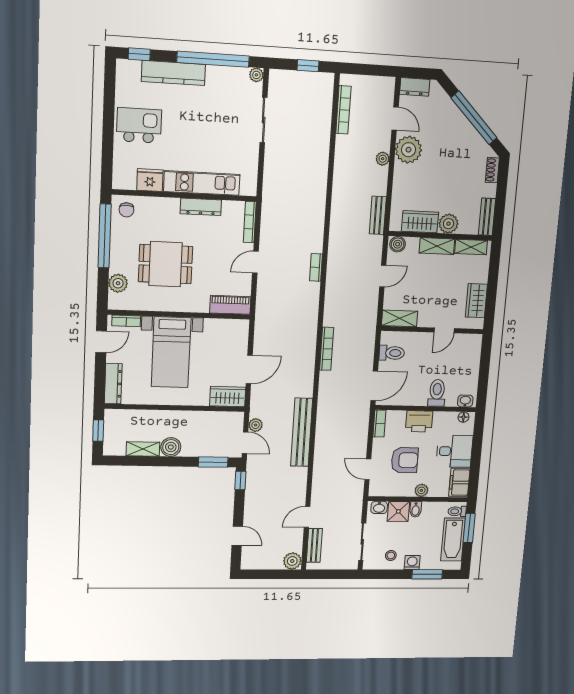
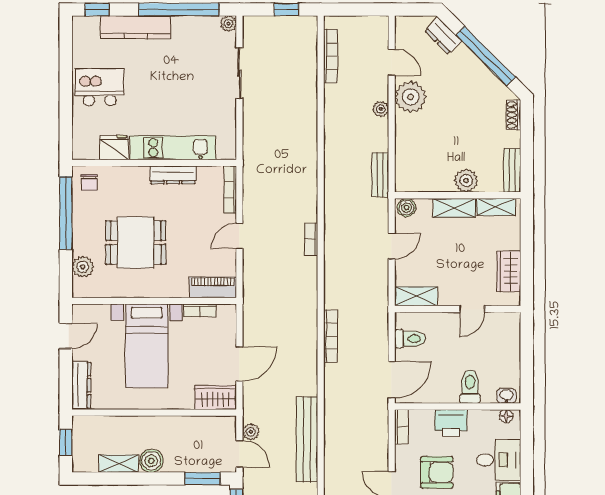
dresser: (415, 87) -> (443, 36), moved, turned 45
wardrobe: (420, 222) -> (431, 180), removed
bookcase: (126, 321) -> (200, 310), moved

